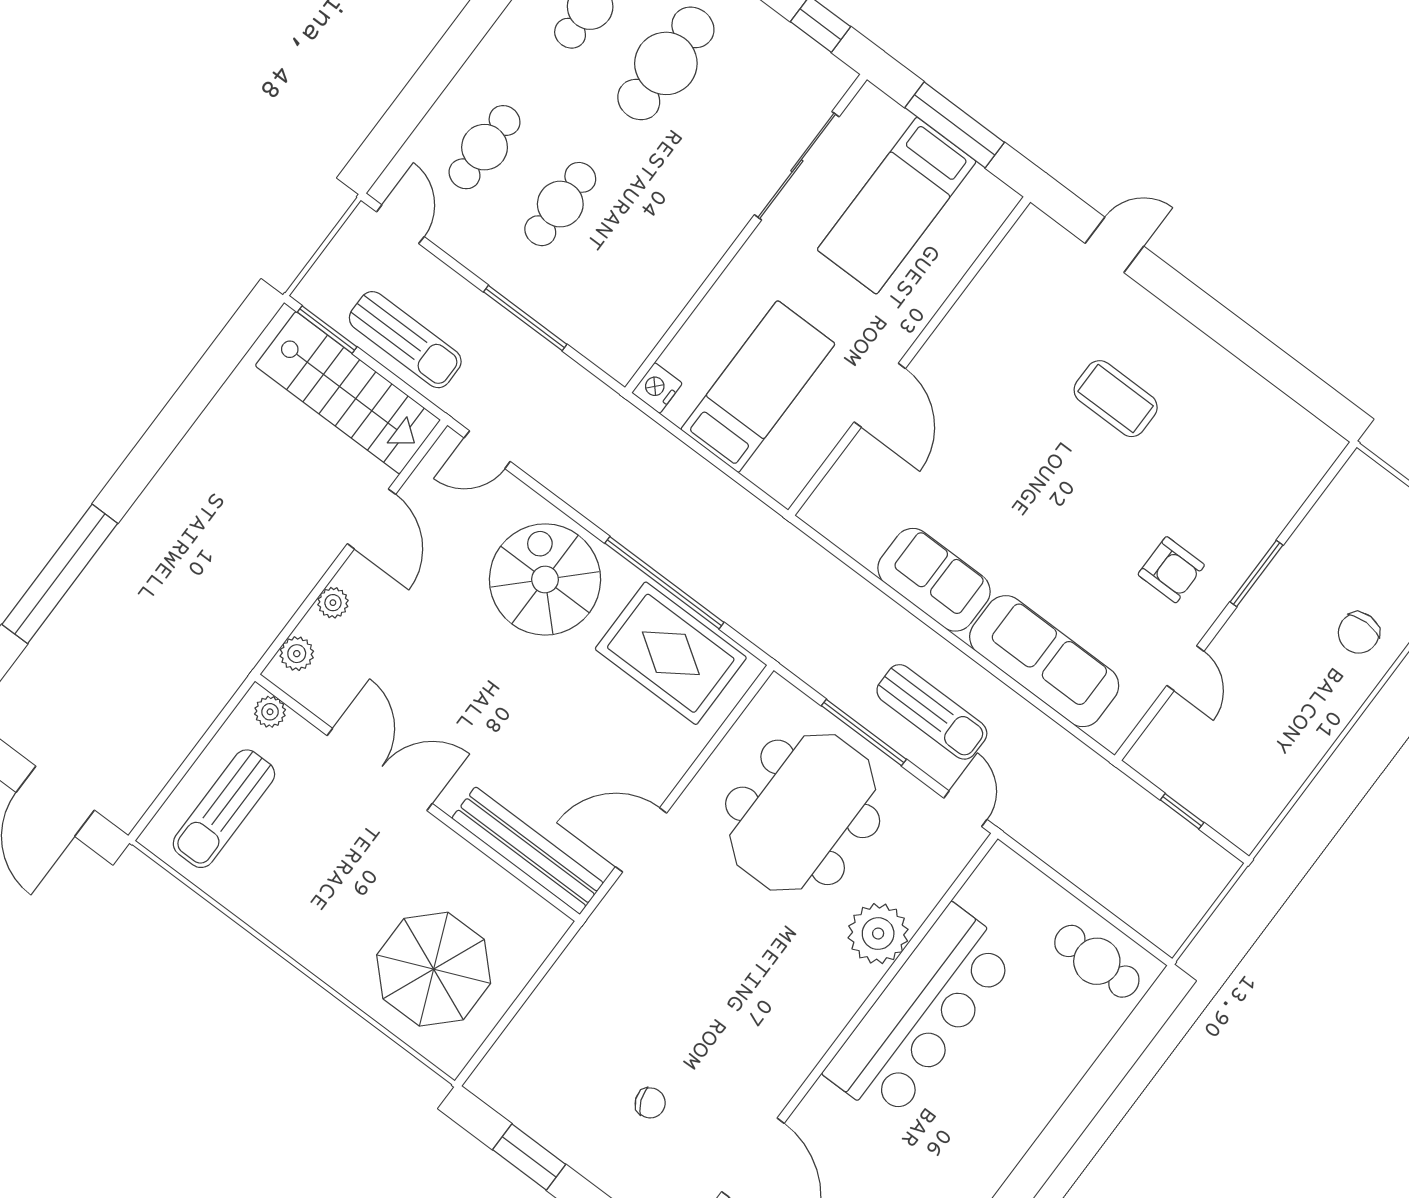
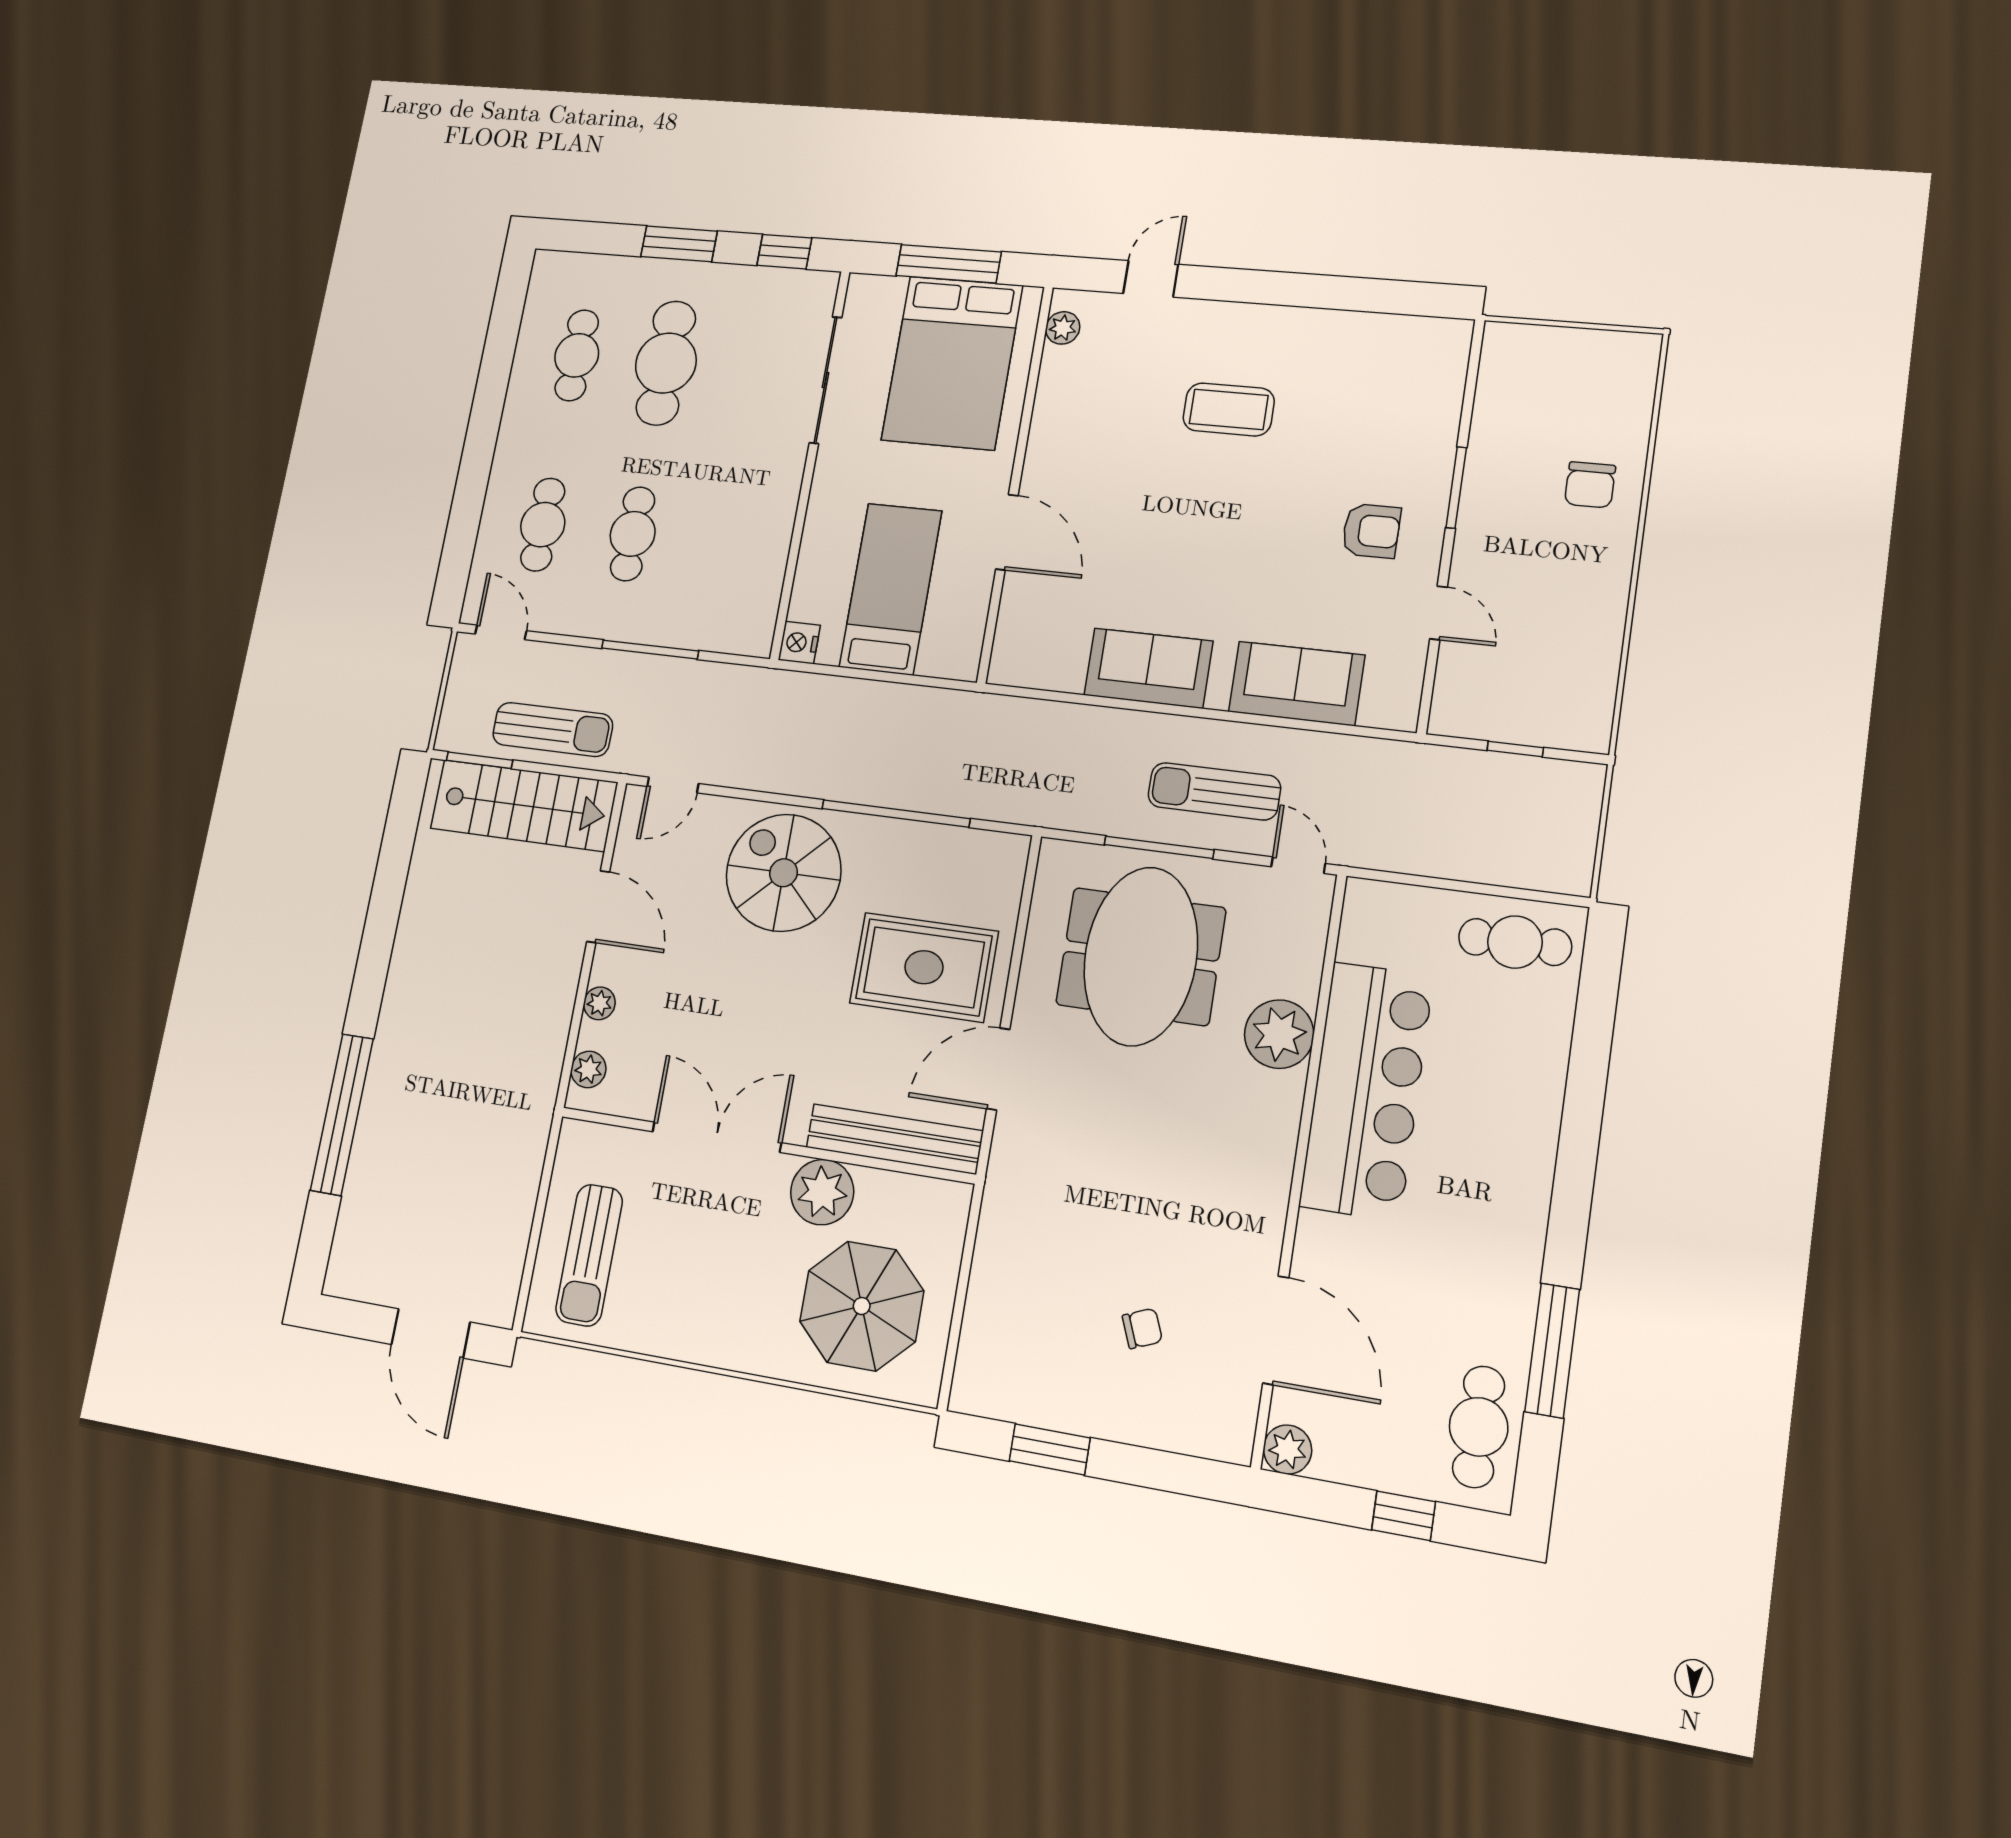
bed: (897, 206) -> (952, 363), width x1.50
plant: (1020, 243) -> (1063, 328), added
rug: (671, 653) -> (924, 967), moved
sofa: (1044, 661) -> (1297, 683), width x0.73
plant: (270, 712) -> (822, 1192), moved, width x1.87, depth x1.87
sun lounger: (932, 712) -> (1214, 791), turned 180

